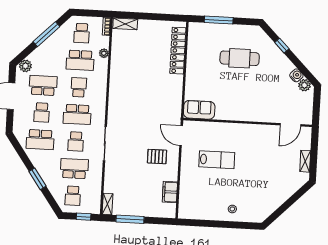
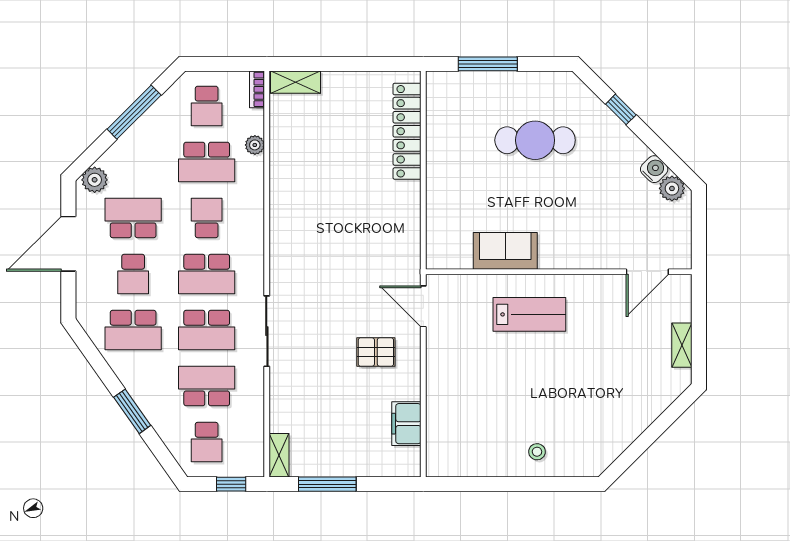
sofa: (199, 110) -> (505, 251), moved
school desk: (76, 141) -> (207, 330), width x1.85
lab bench: (217, 160) -> (529, 314), moved

